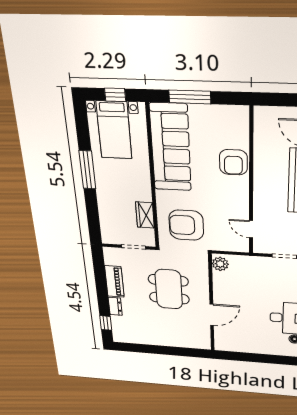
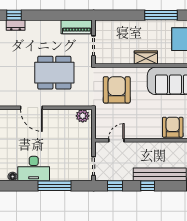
armchair: (233, 162) -> (173, 127), turned 90
wardrobe: (145, 215) -> (146, 57), moved
piano: (114, 281) -> (77, 27), moved
dresser: (115, 306) -> (16, 25), moved

